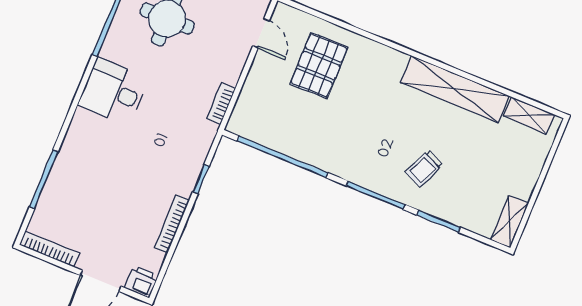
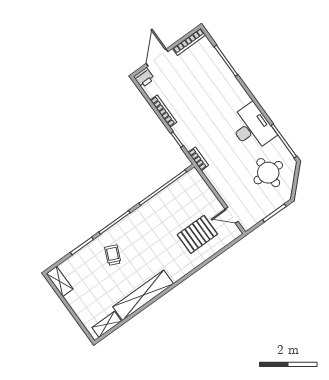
pallet: (319, 65) -> (197, 234), turned 90
desk: (113, 91) -> (252, 128), width x1.37
bookcase: (221, 104) -> (198, 159), moved

